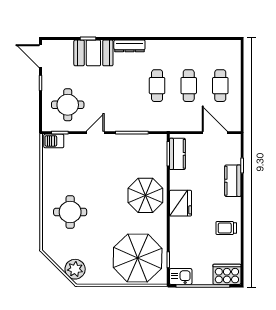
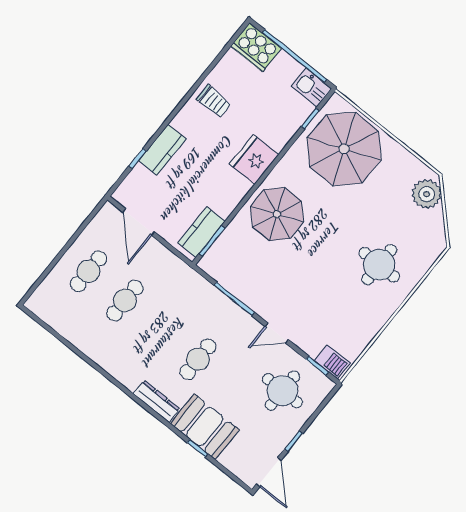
cafe table: (157, 86) -> (198, 359), moved
fridge: (180, 203) -> (254, 159), moved

